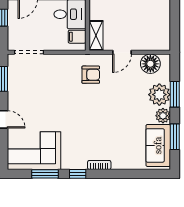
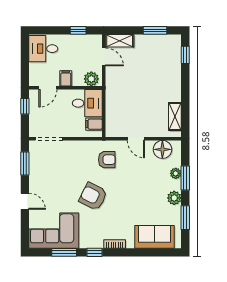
shelving: (96, 35) -> (175, 116), moved
door: (122, 52) -> (136, 139), hinge flipped
plant: (159, 95) -> (176, 173), width x0.53, depth x0.53
armchair: (76, 114) -> (93, 196), added
sofa: (158, 145) -> (154, 237), moved, turned 90

